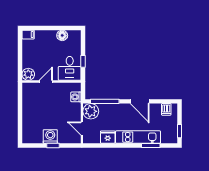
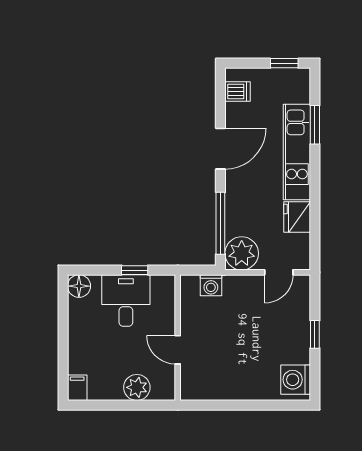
floor lamp: (62, 35) -> (79, 286), moved
desk: (70, 68) -> (126, 300), moved, turned -90
plant: (28, 74) -> (137, 387), moved
washing machine: (50, 136) -> (296, 380), moved

